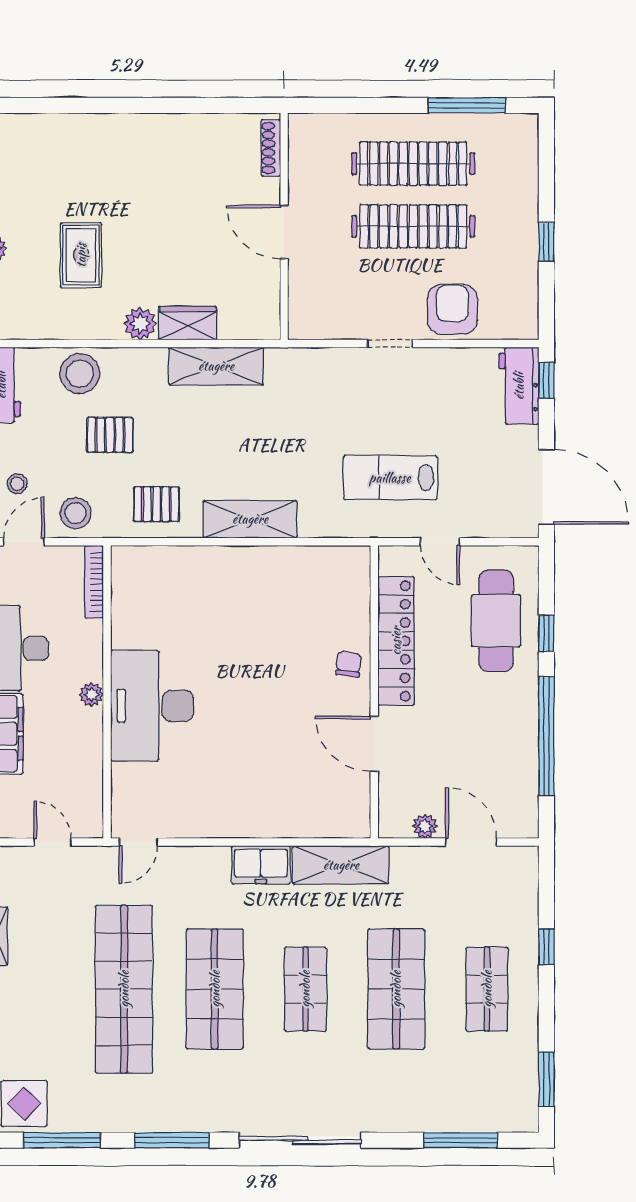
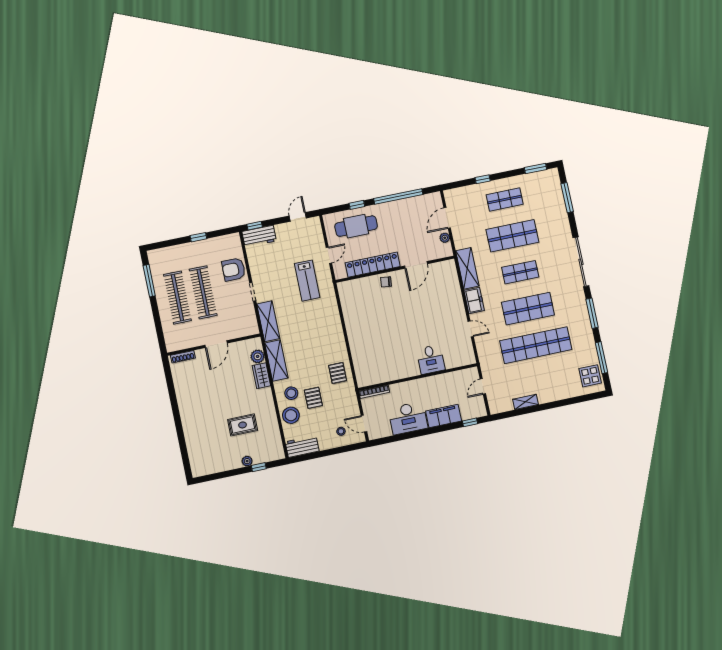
plant: (140, 324) -> (258, 356), moved
door: (546, 487) -> (298, 217), width x0.53
stool: (76, 513) -> (291, 393), moved
shelving: (250, 519) -> (268, 321), moved
plant: (91, 695) -> (420, 383), removed
desk: (152, 706) -> (431, 359), width x0.53, depth x0.77
door: (138, 842) -> (471, 329), moved

